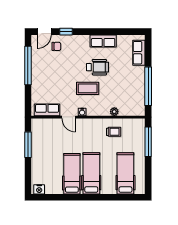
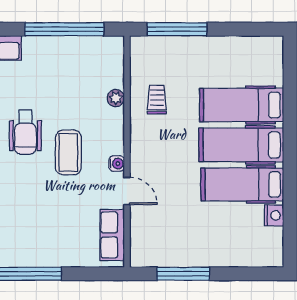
wheelchair: (98, 67) -> (25, 132), turned 180
door: (69, 117) -> (127, 191), hinge flipped
hospital bed: (125, 173) -> (242, 105), moved
nightstand: (39, 189) -> (274, 215), moved

